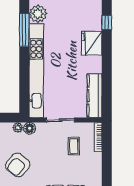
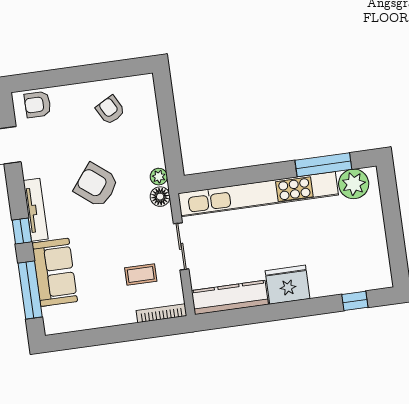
fridge: (92, 43) -> (288, 285), moved

